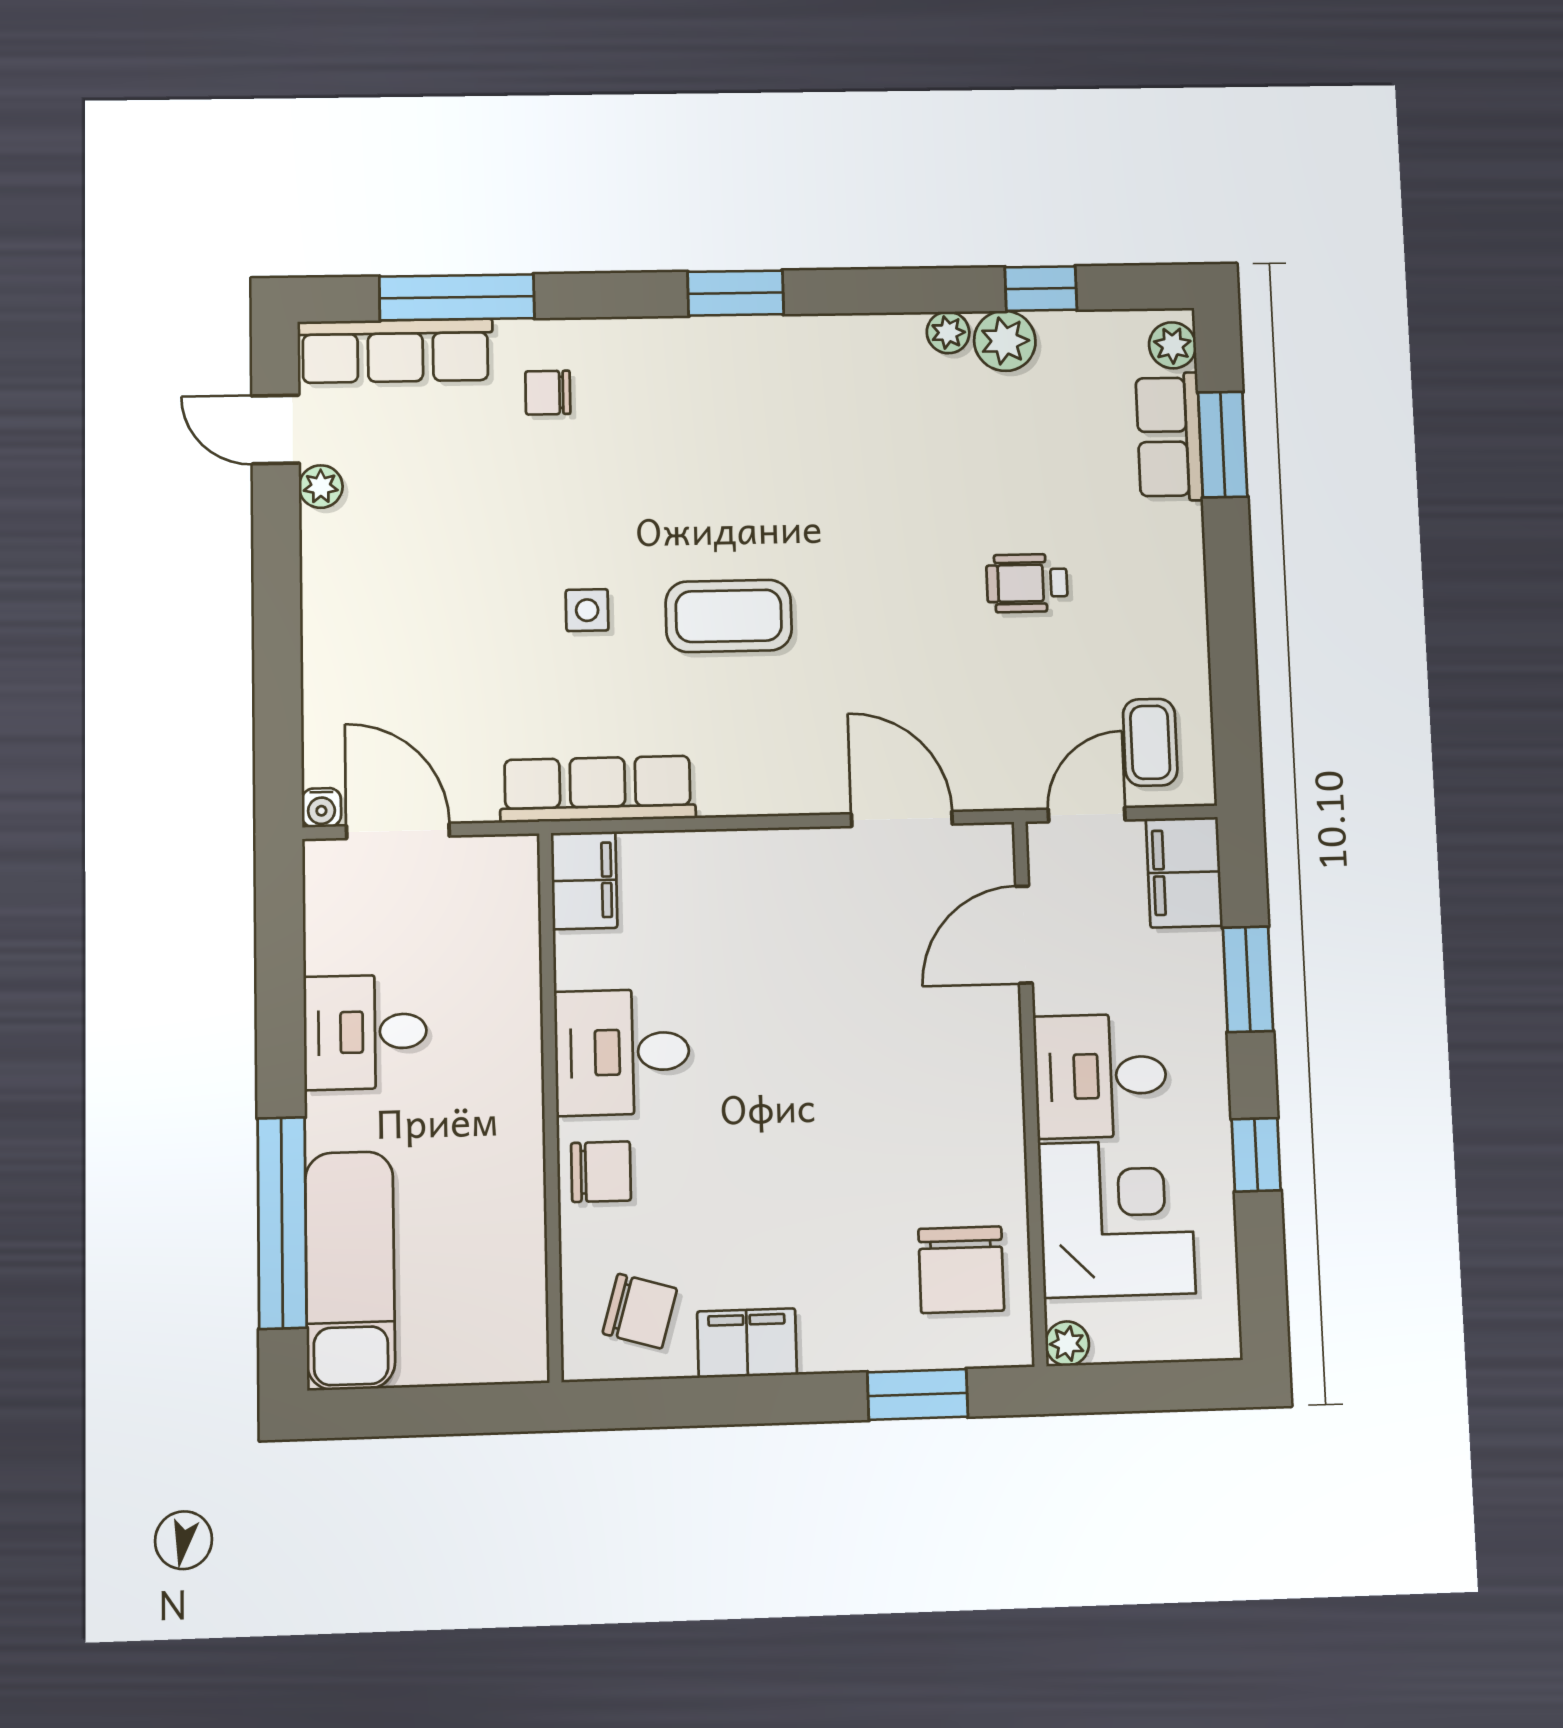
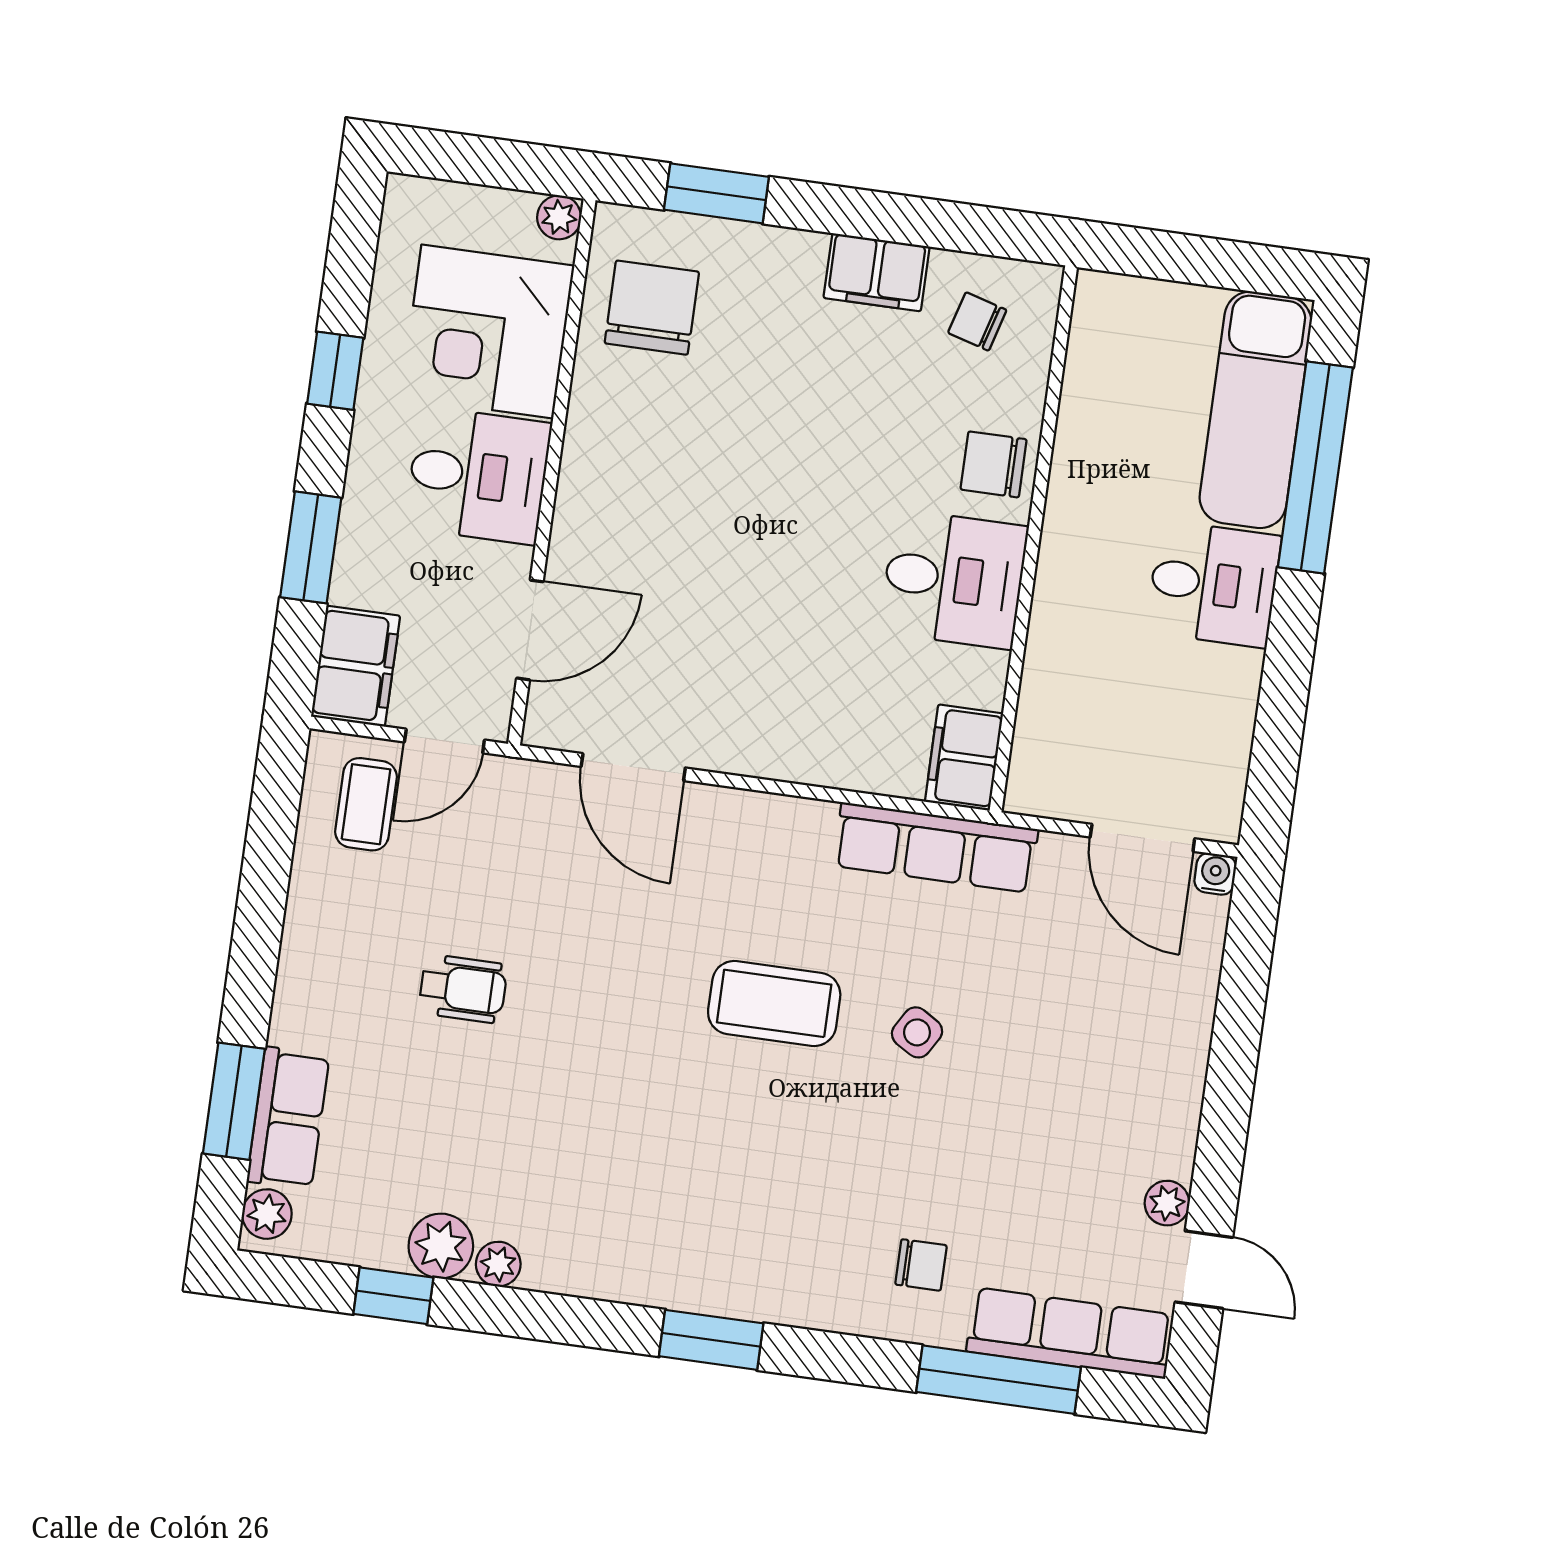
side table: (587, 610) -> (917, 1032), turned 31
desk: (365, 1032) -> (1213, 584), moved
chair: (640, 1311) -> (977, 321), width x0.73, depth x0.73

